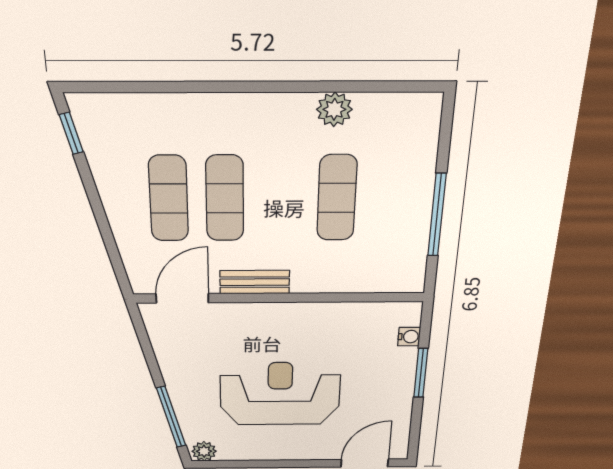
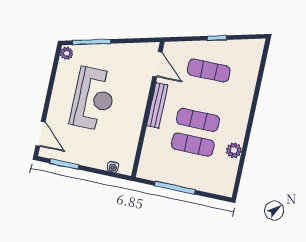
window: (71, 133) -> (217, 38), moved
exercise mat: (225, 198) -> (198, 120), moved
bench: (255, 282) -> (157, 105), width x1.36
window: (421, 373) -> (64, 164), moved

